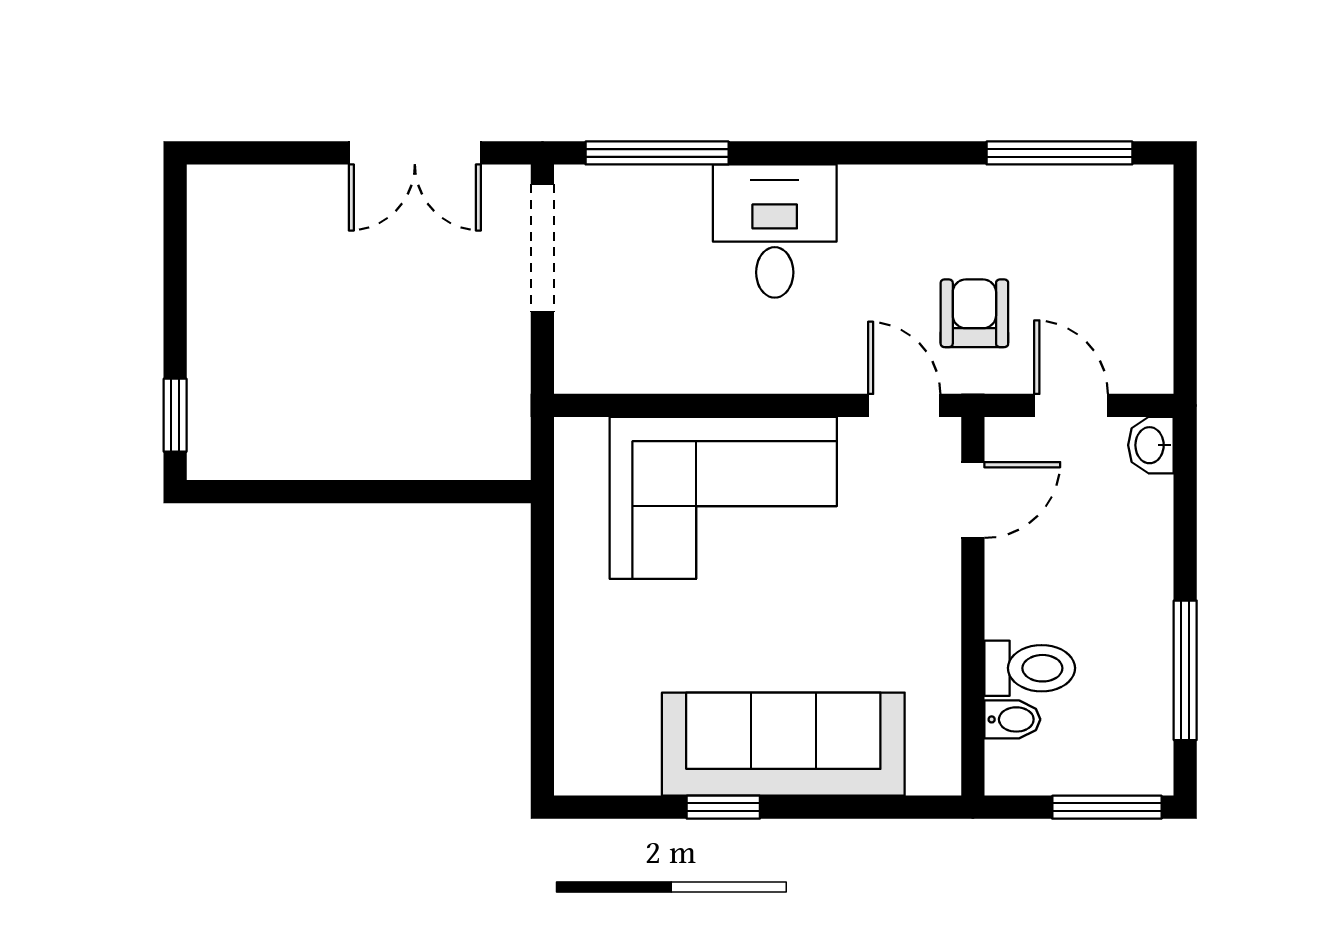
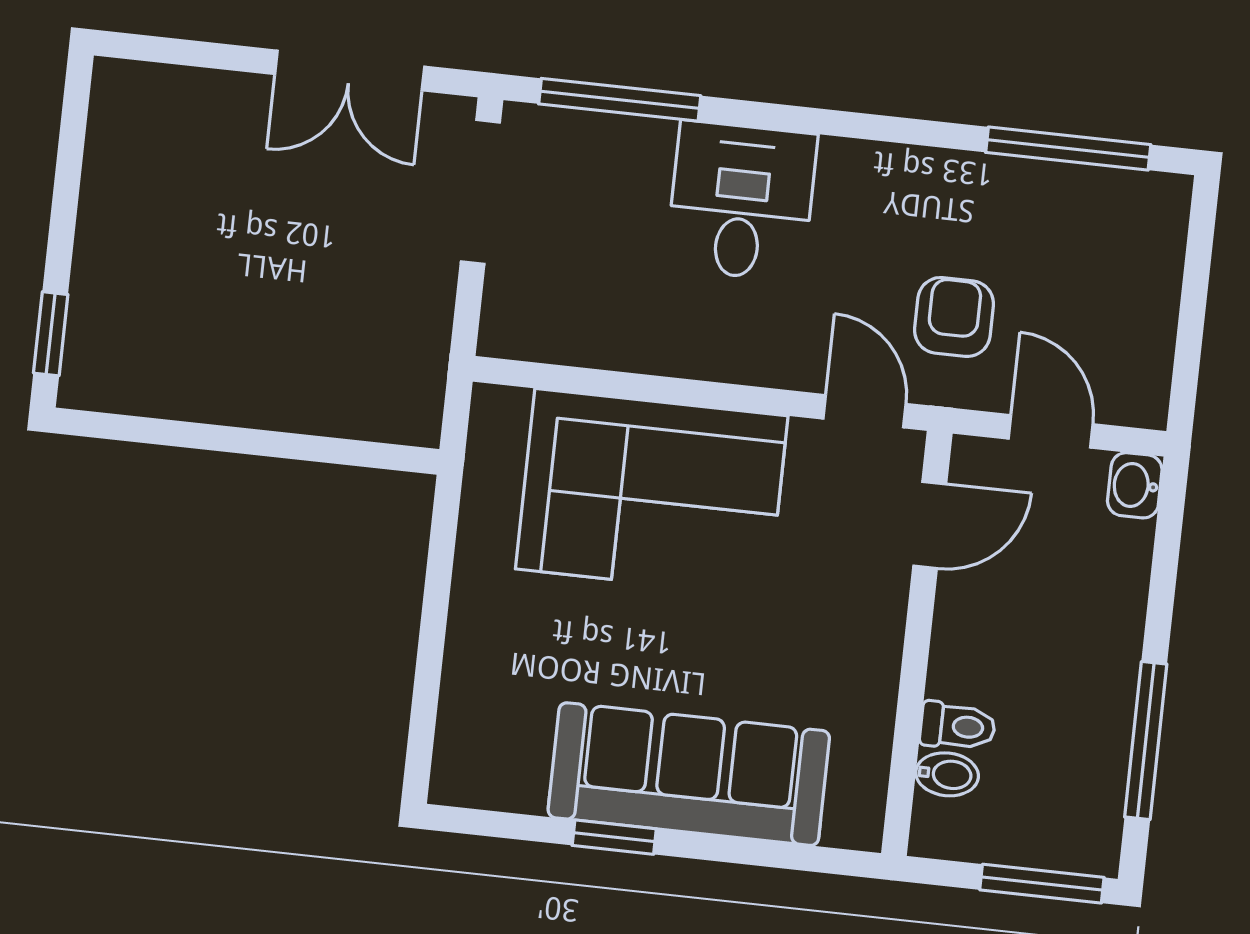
toilet: (1030, 668) -> (958, 726), width x0.73, depth x0.72

